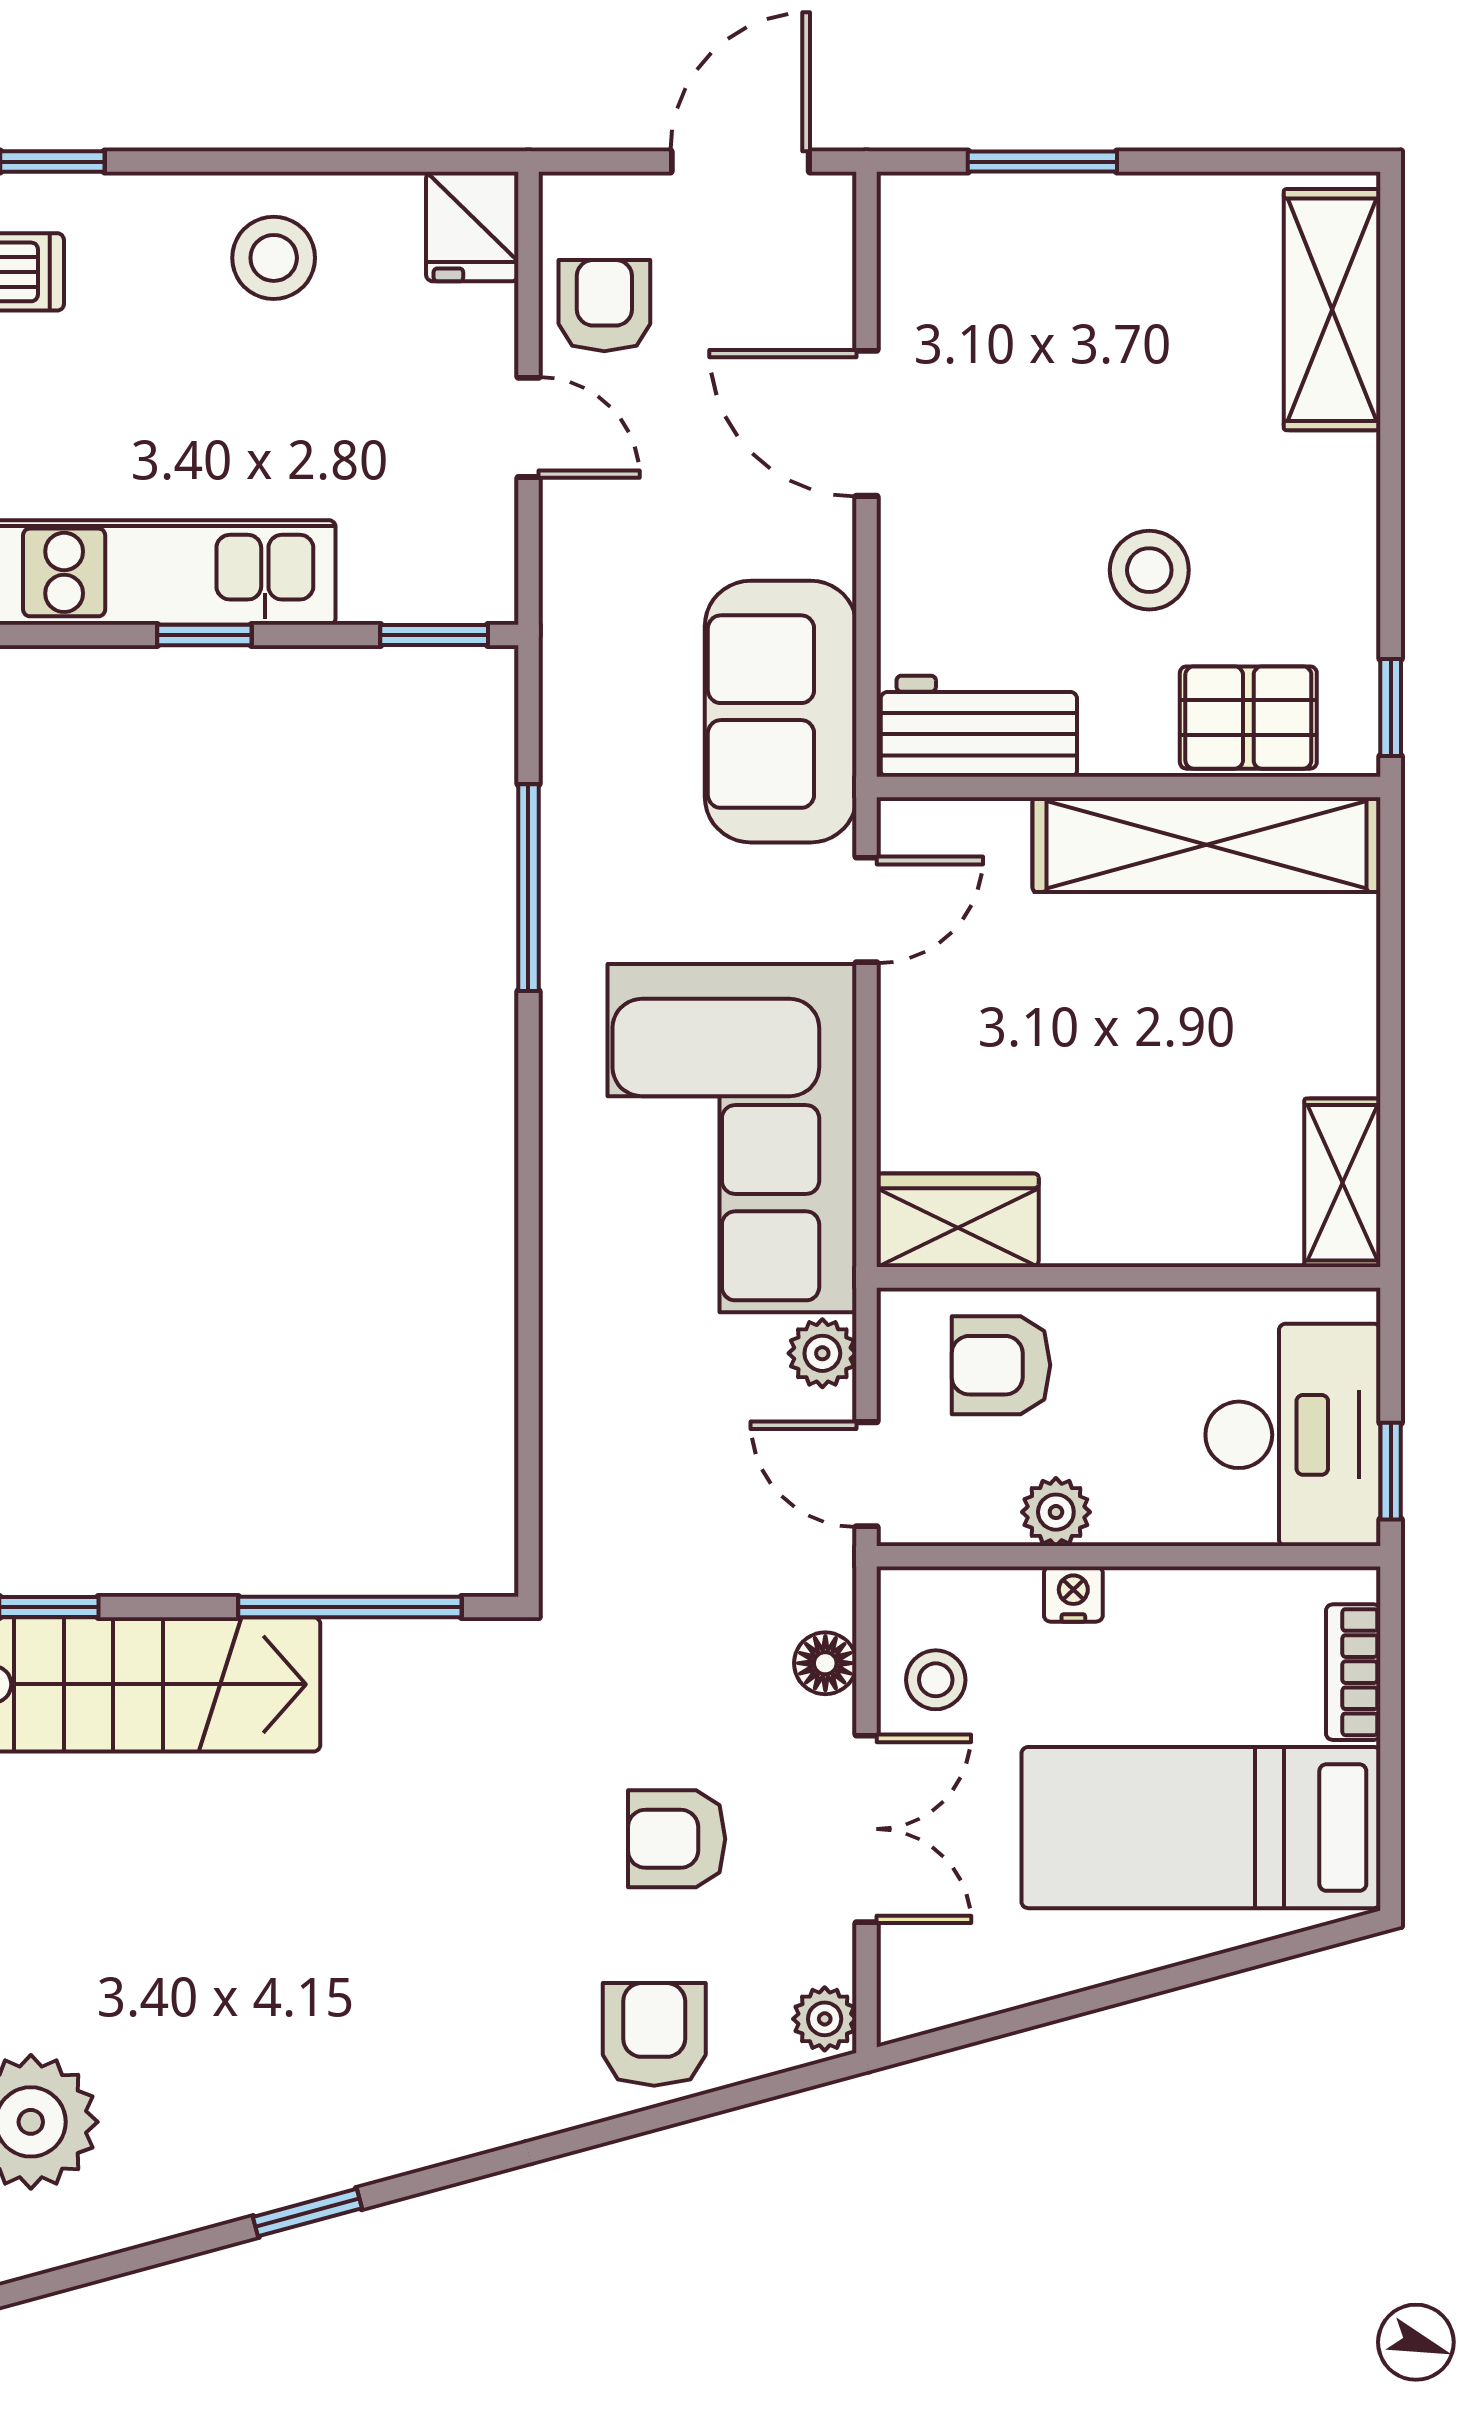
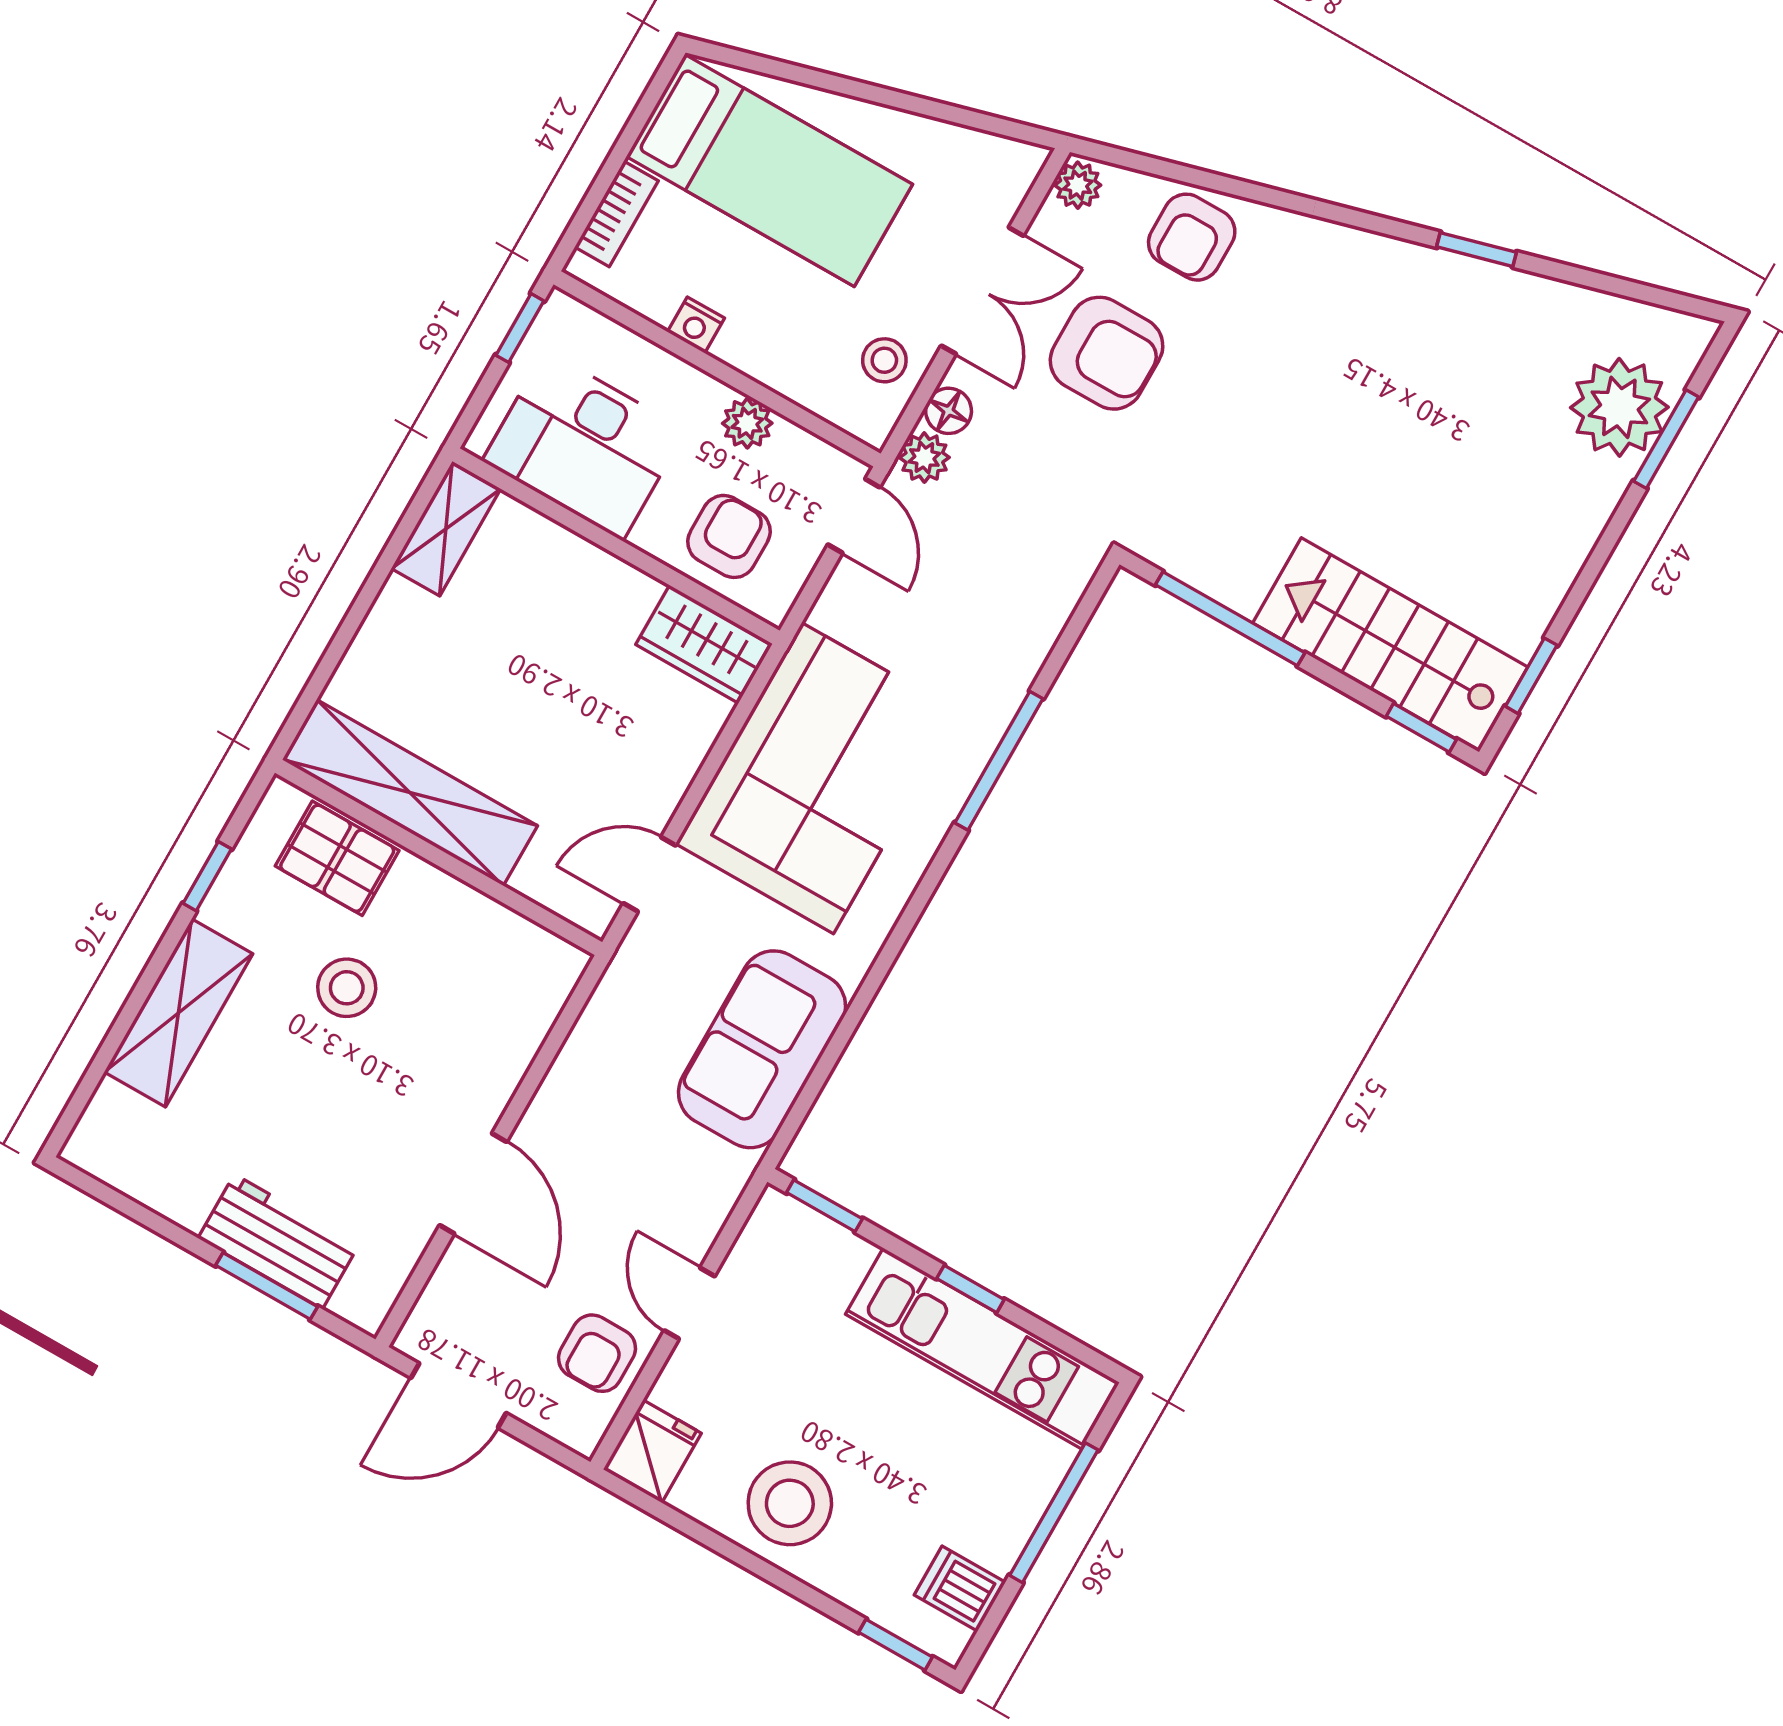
stool: (274, 258) -> (790, 1503), width x1.38, depth x1.38
shelving: (1332, 310) -> (178, 1013), moved
window: (1391, 708) -> (207, 876), moved
sofa: (781, 712) -> (762, 1049), moved, turned 180
workbench: (979, 726) -> (278, 1242), moved, turned 180
window: (528, 888) -> (999, 761), moved
plant: (822, 1353) -> (924, 458), moved
armchair: (1001, 1365) -> (729, 536), turned -90
desk: (1293, 1435) -> (584, 446), moved, turned -90
nightstand: (1073, 1594) -> (696, 325), moved
double door: (867, 1829) -> (982, 291), swing flipped
armchair: (677, 1839) -> (1107, 353), width x1.38, depth x1.38

